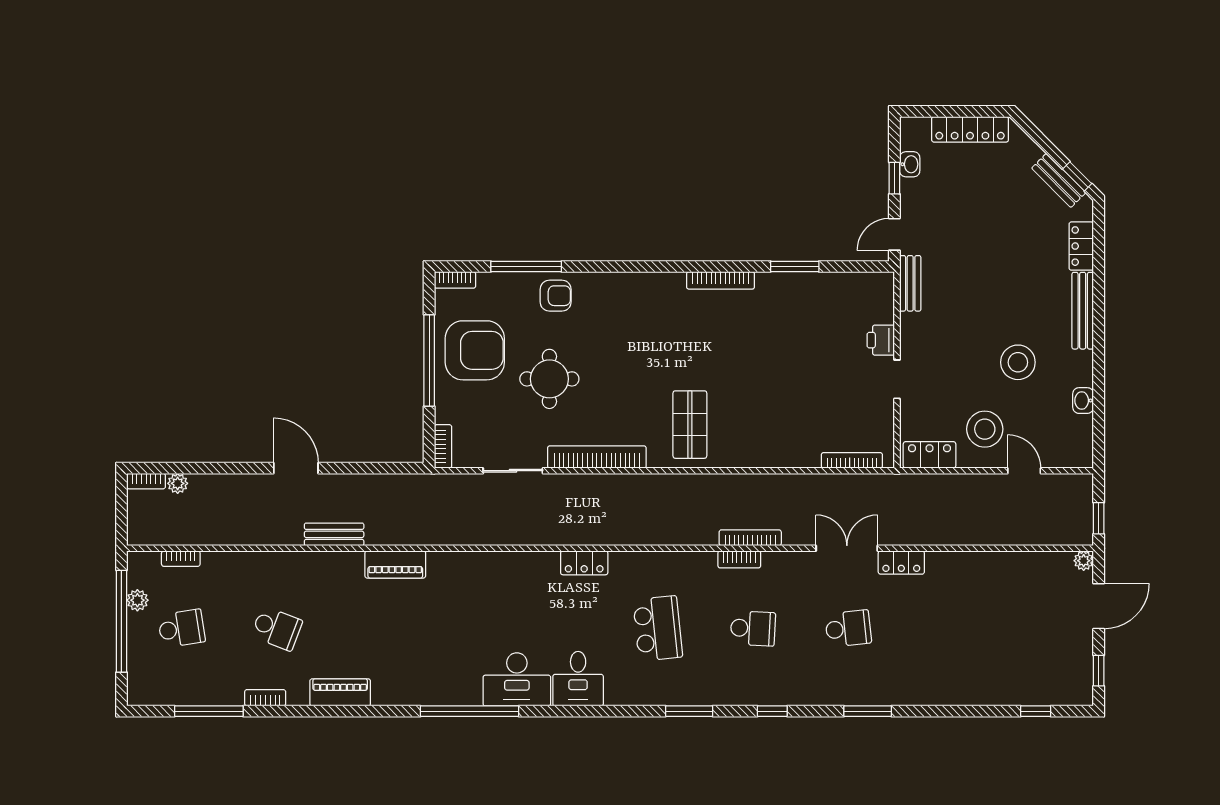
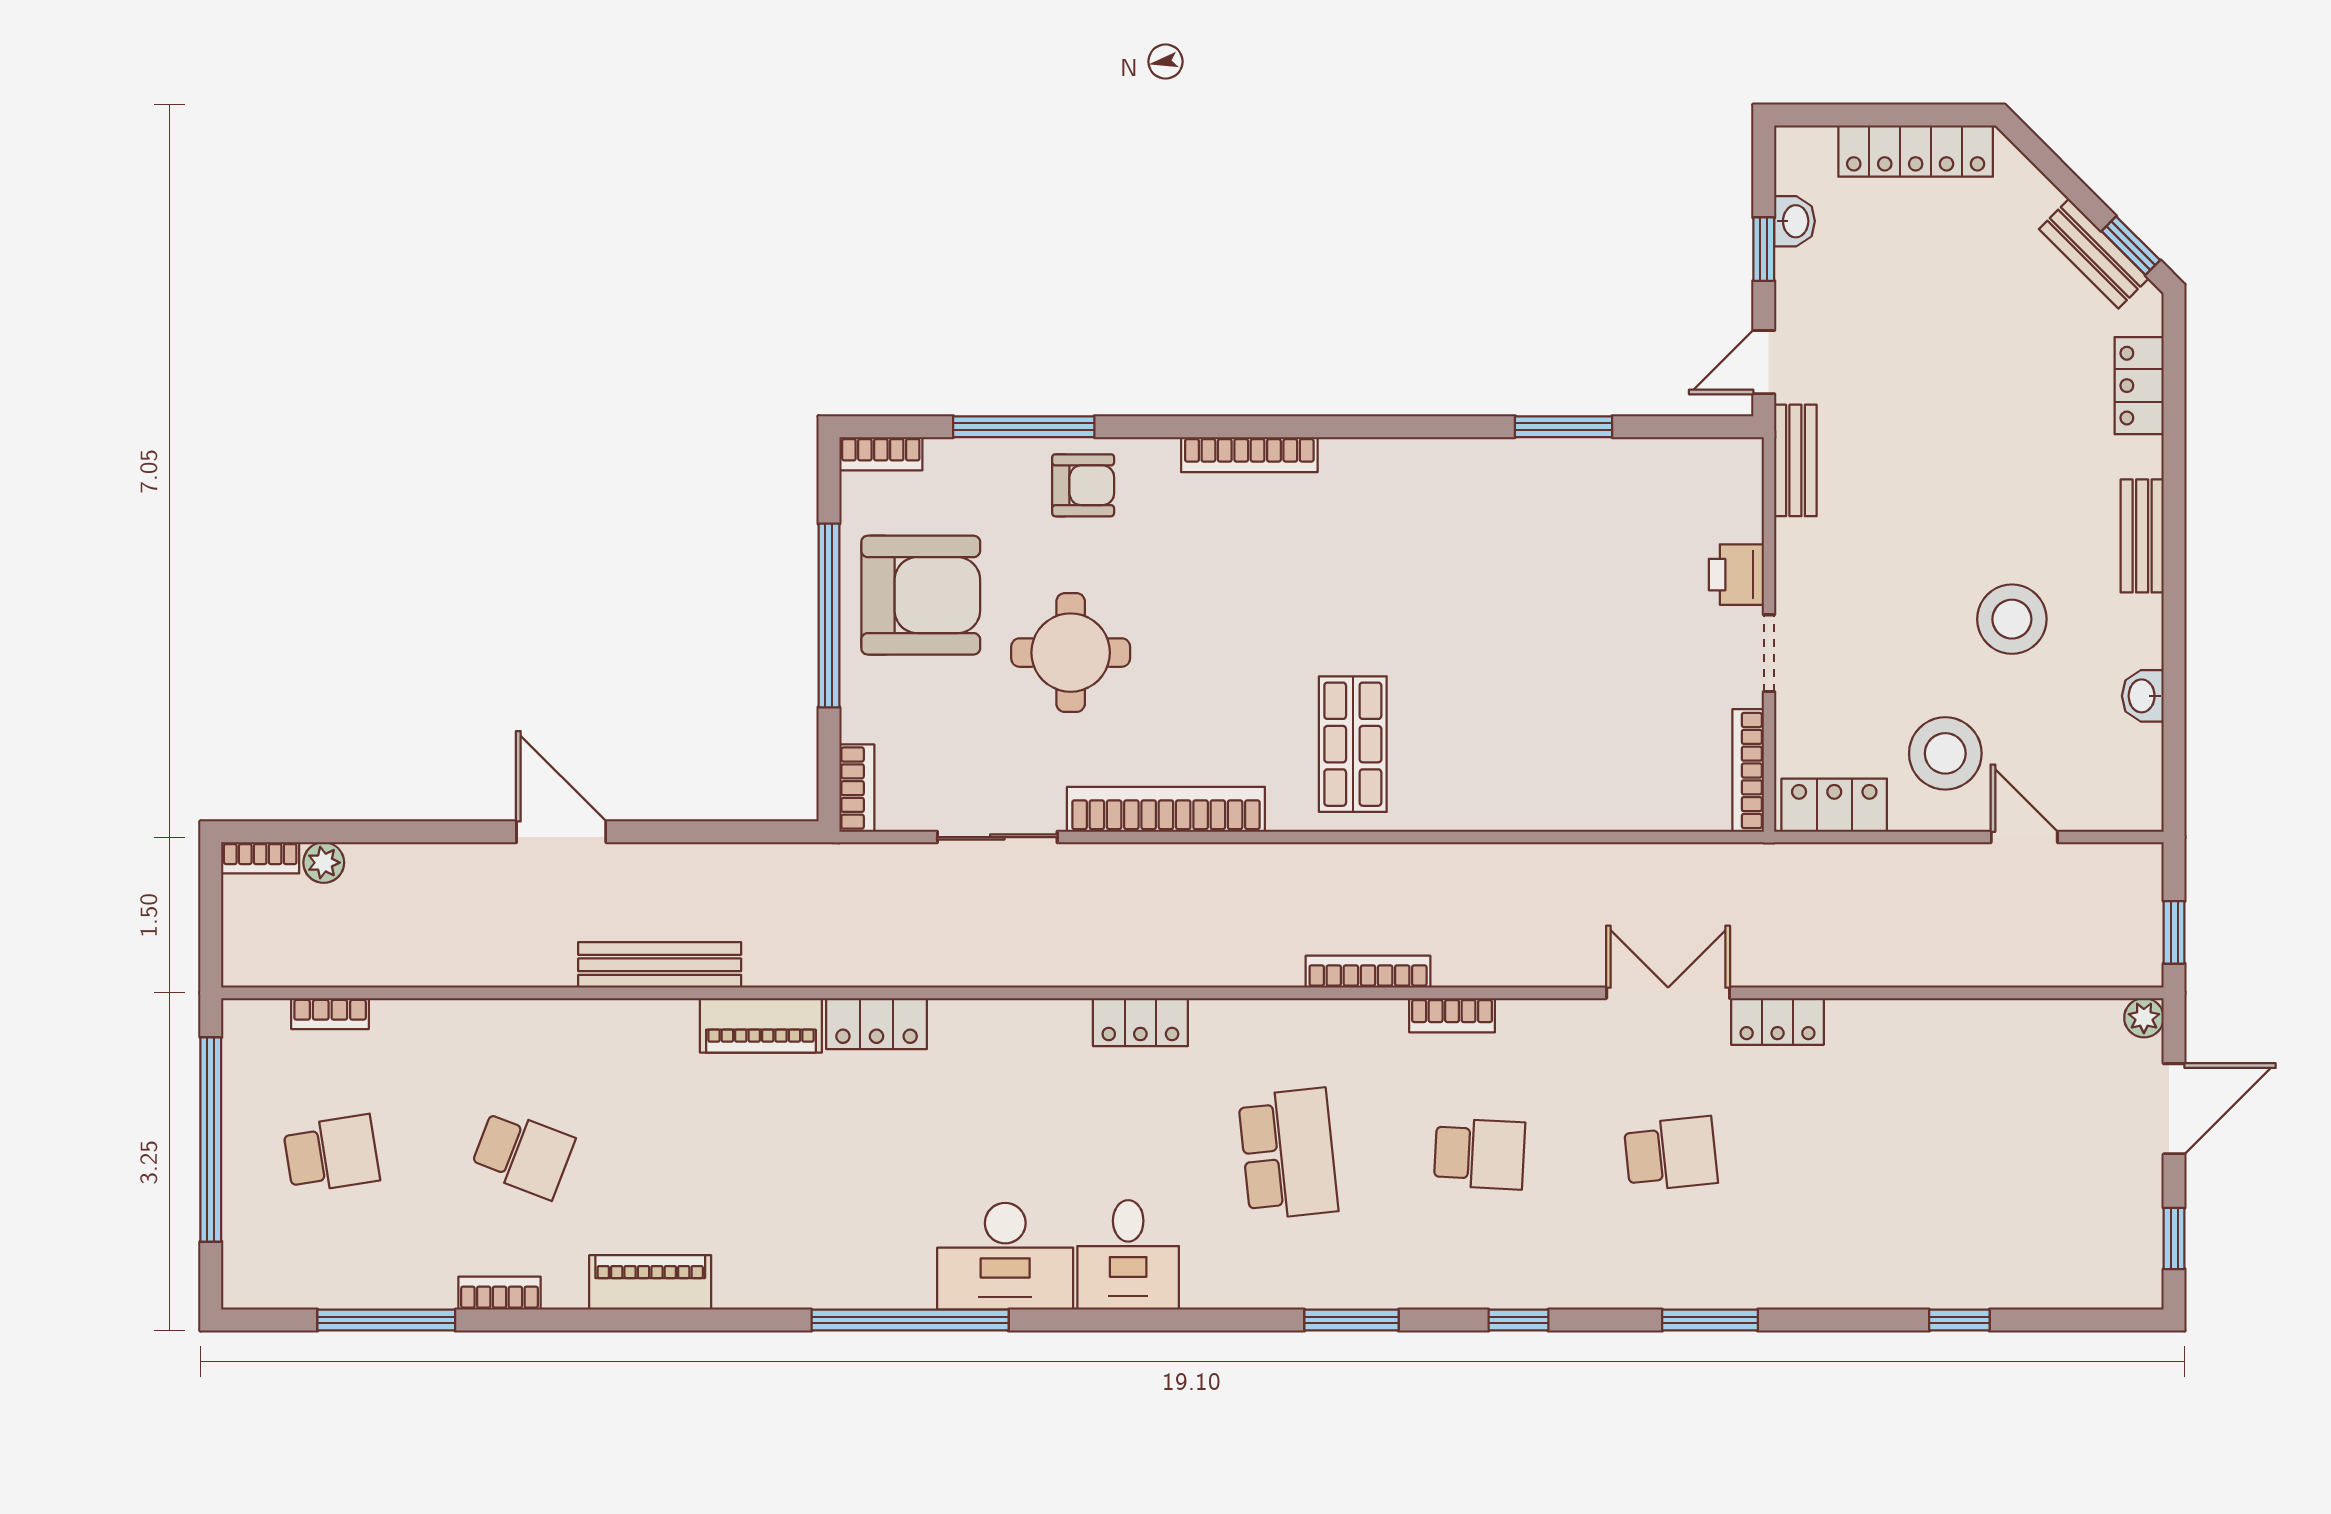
bookcase: (721, 280) -> (1249, 455), moved
bench: (1083, 311) -> (2142, 536), width x0.73
bookcase: (852, 460) -> (1748, 770), moved, turned -90
bench: (334, 534) -> (660, 965), width x1.36
bookcase: (750, 538) -> (1368, 972), moved
locker: (453, 564) -> (877, 1024), added
plant: (137, 600) -> (243, 1097), removed
window: (1036, 711) -> (1959, 1320), moved

